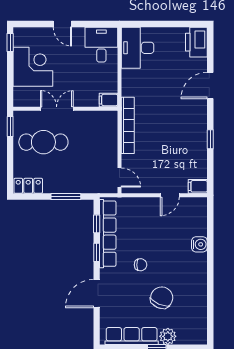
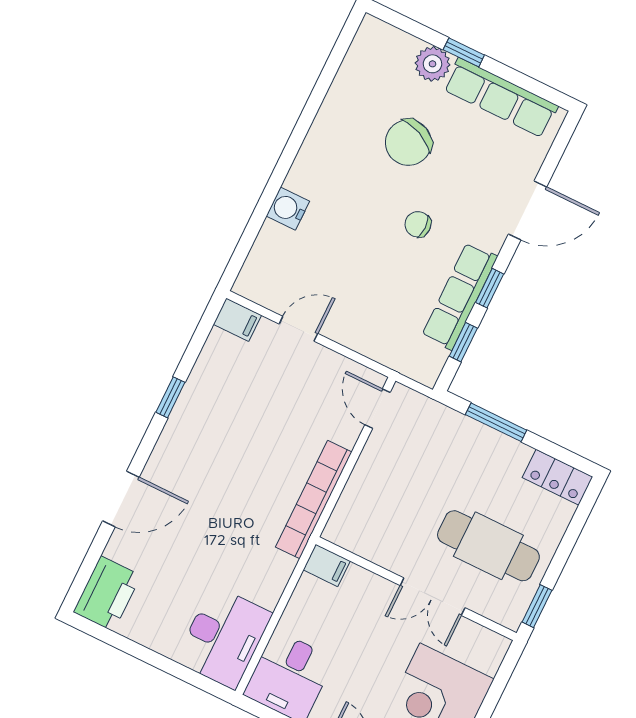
row of seats: (108, 234) -> (460, 296), width x0.73

